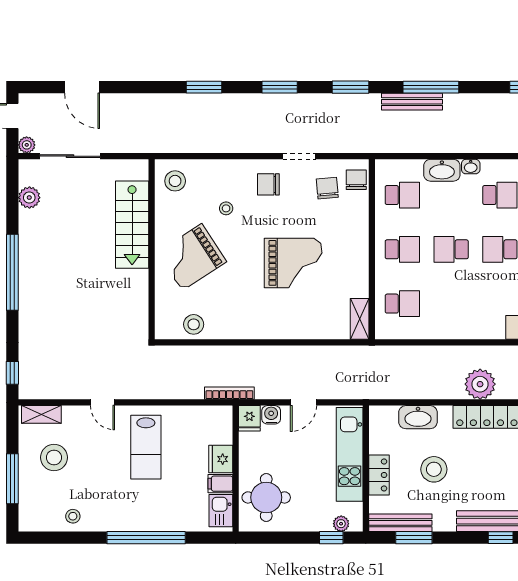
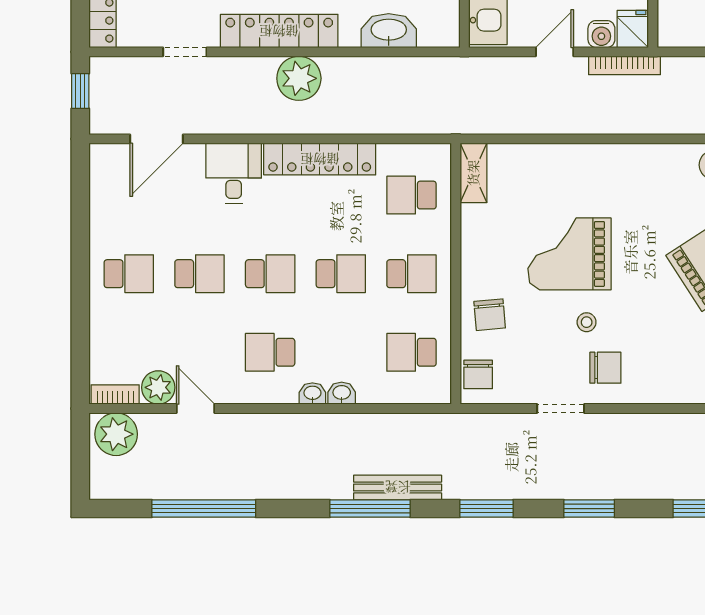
washbasin: (442, 170) -> (342, 393), width x0.52, depth x0.69
chair: (327, 188) -> (490, 315), moved
stool: (226, 208) -> (587, 322), moved
school desk: (402, 249) -> (411, 274), turned 180
locker: (466, 328) -> (320, 159), added
bookcase: (229, 393) -> (624, 65), moved

